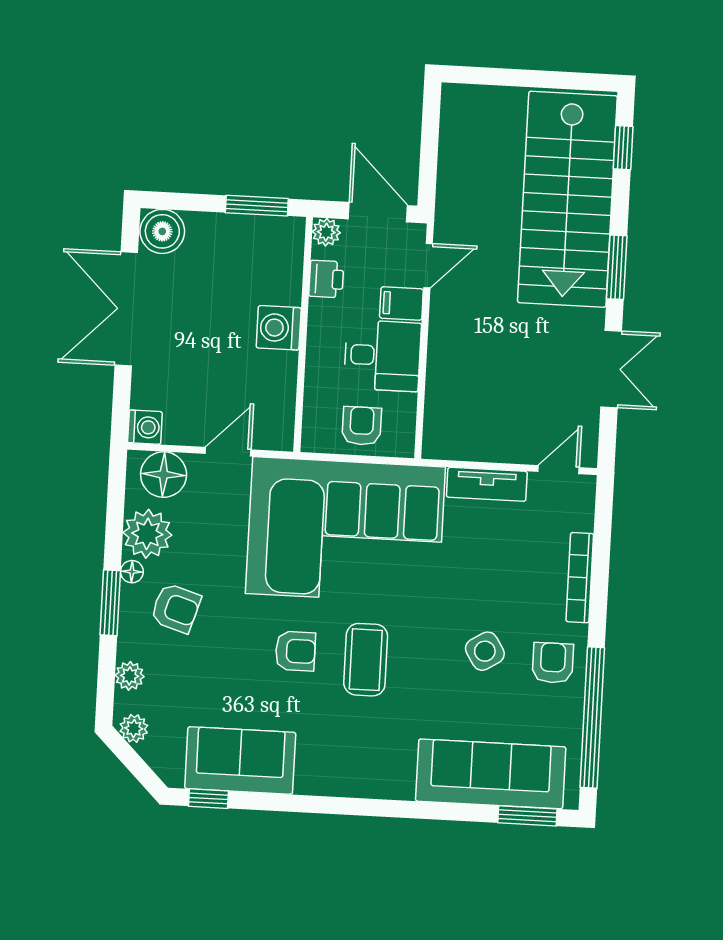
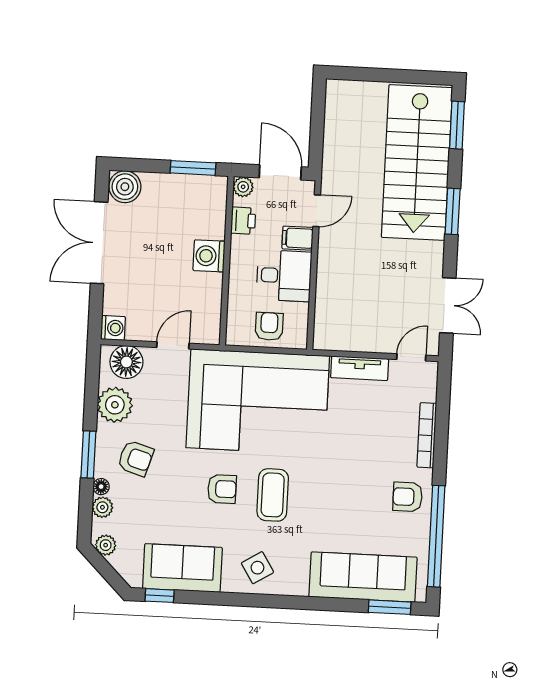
window: (623, 148) -> (457, 125), width x1.50
double door: (611, 369) -> (448, 305), moved
floor lamp: (132, 572) -> (101, 487), moved
side table: (485, 651) -> (257, 568), moved
armchair: (553, 663) -> (408, 497), turned -90

